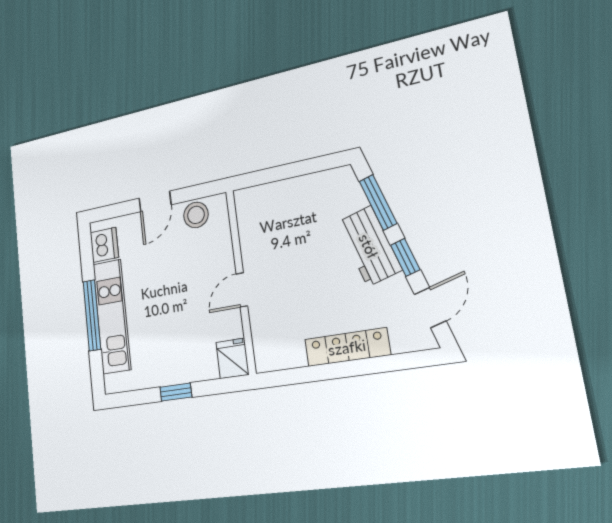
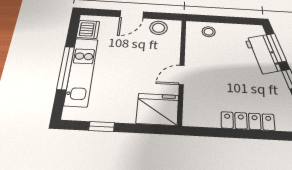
stool: (269, 201) -> (209, 32), added
workbench: (369, 246) -> (263, 54), moved
fridge: (232, 358) -> (158, 109), width x1.88, depth x1.34
window: (176, 392) -> (102, 127), moved

